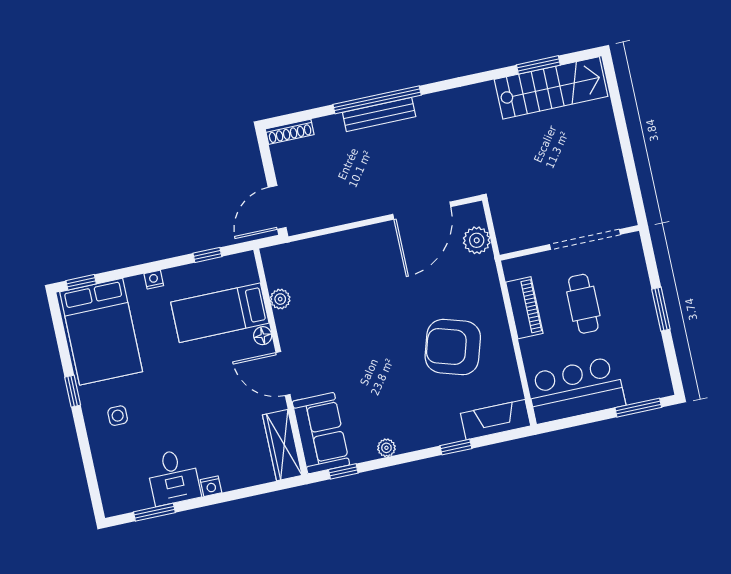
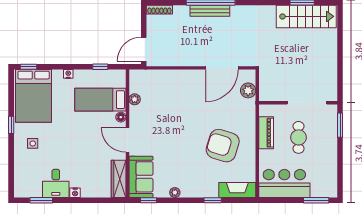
window: (661, 309) -> (340, 125), moved

